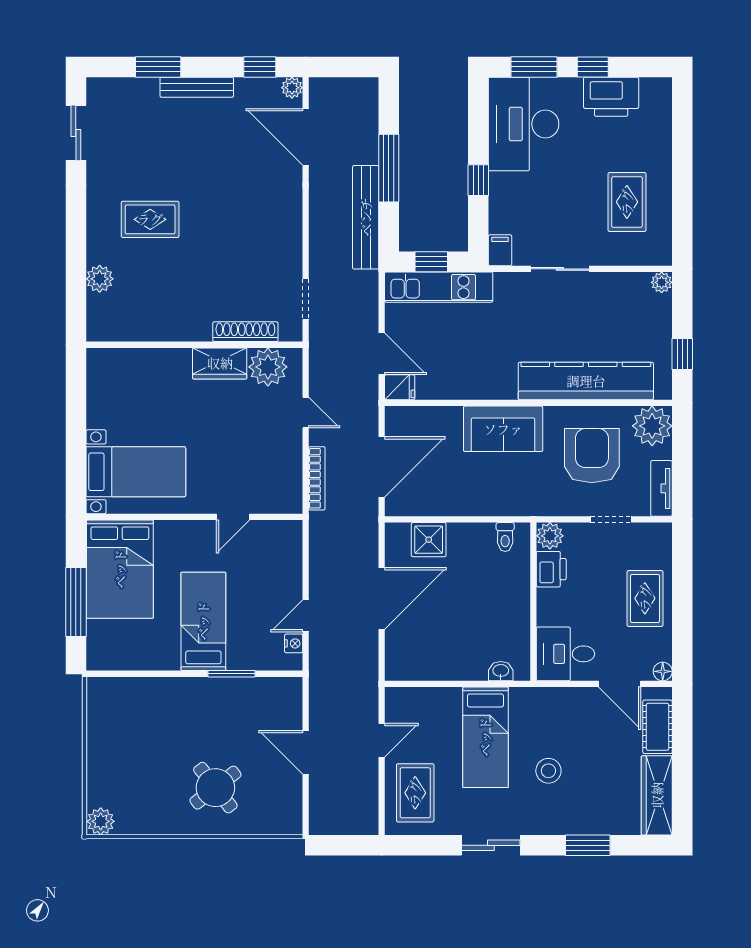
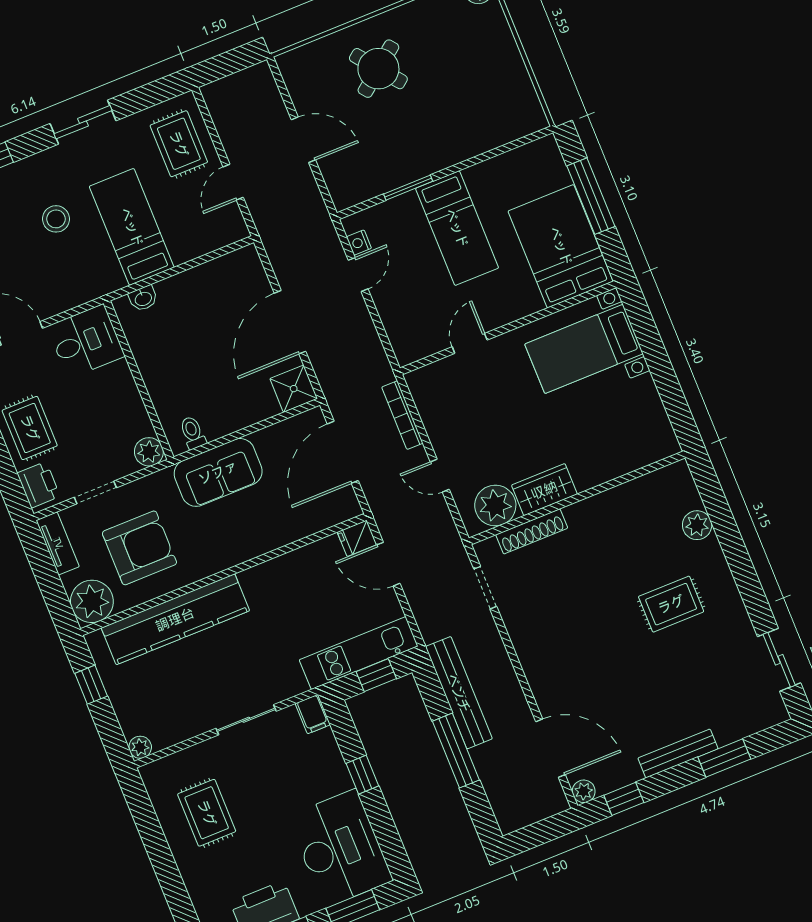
sofa: (503, 429) -> (218, 472), moved, turned 180
armchair: (592, 456) -> (139, 548), turned -90
shower: (429, 540) -> (294, 389), moved
printer: (551, 569) -> (39, 485), moved, turned 180

